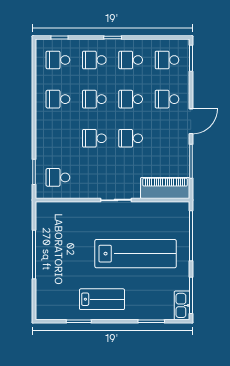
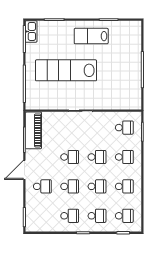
school desk: (167, 60) -> (124, 157), moved
piano: (165, 188) -> (33, 130), moved, turned -90

